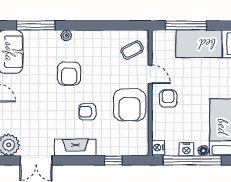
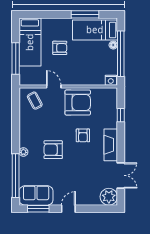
window: (36, 25) -> (16, 176), width x1.46
armchair: (69, 74) -> (53, 150), turned 180
door: (150, 74) -> (54, 86), hinge flipped
armchair: (168, 98) -> (60, 48), moved, turned 180
nightstand: (186, 149) -> (112, 58), removed

